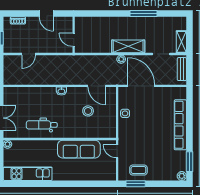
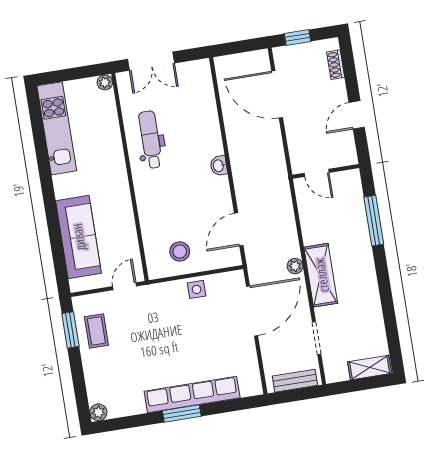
window: (144, 14) -> (374, 221), moved
door: (74, 40) -> (317, 173), swing flipped
shelving: (181, 42) -> (370, 368), moved
door: (29, 54) -> (277, 94), width x1.87
stool: (88, 111) -> (180, 252), moved
sofa: (79, 149) -> (78, 237), moved, turned 180
window: (189, 162) -> (182, 413), moved

